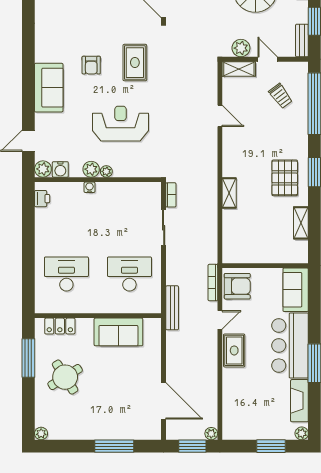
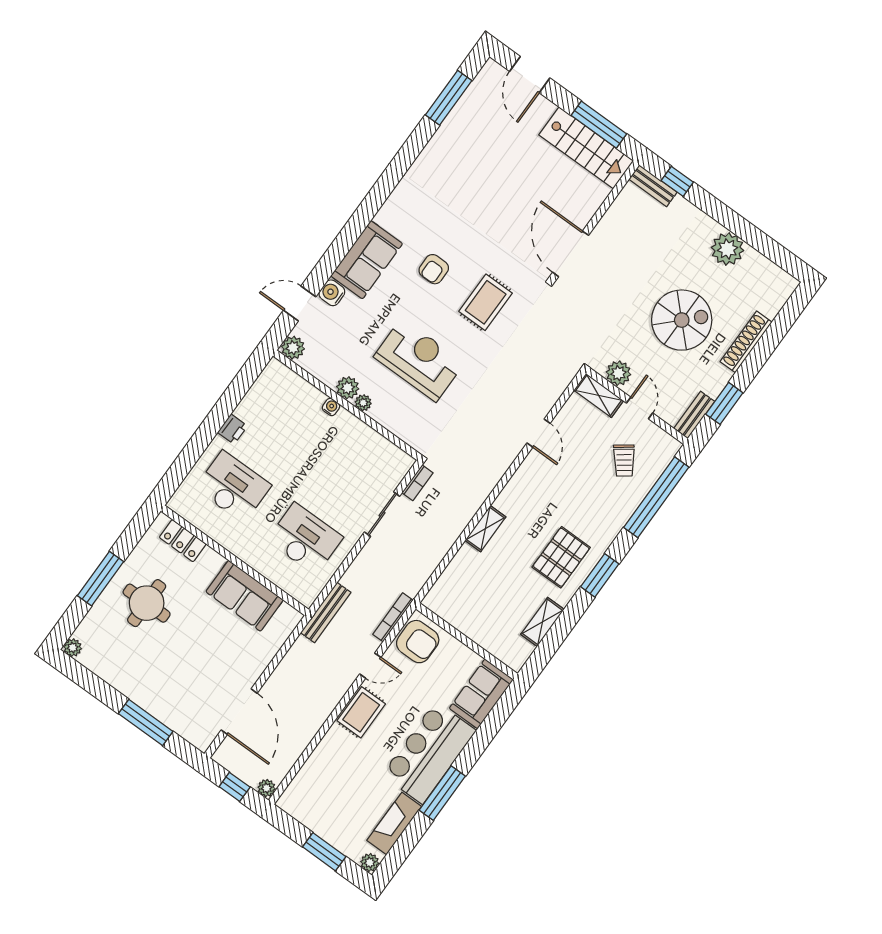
water cooler: (60, 169) -> (332, 293), moved, turned 90
printer: (42, 199) -> (232, 429), moved
window: (28, 358) -> (101, 579), moved
round table: (65, 377) -> (147, 603), turned 32
window: (192, 446) -> (235, 787), width x0.67

